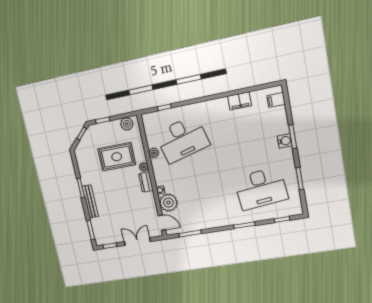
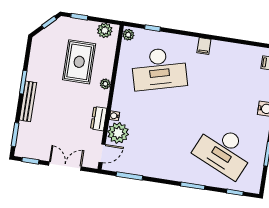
filing cabinet: (240, 101) -> (204, 46), moved, width x0.50
plant: (154, 153) -> (128, 35), moved
rug: (117, 157) -> (79, 62), turned 90
dresser: (146, 182) -> (99, 119), moved
desk: (261, 188) -> (224, 151), turned 30
door: (162, 223) -> (102, 153), hinge flipped

